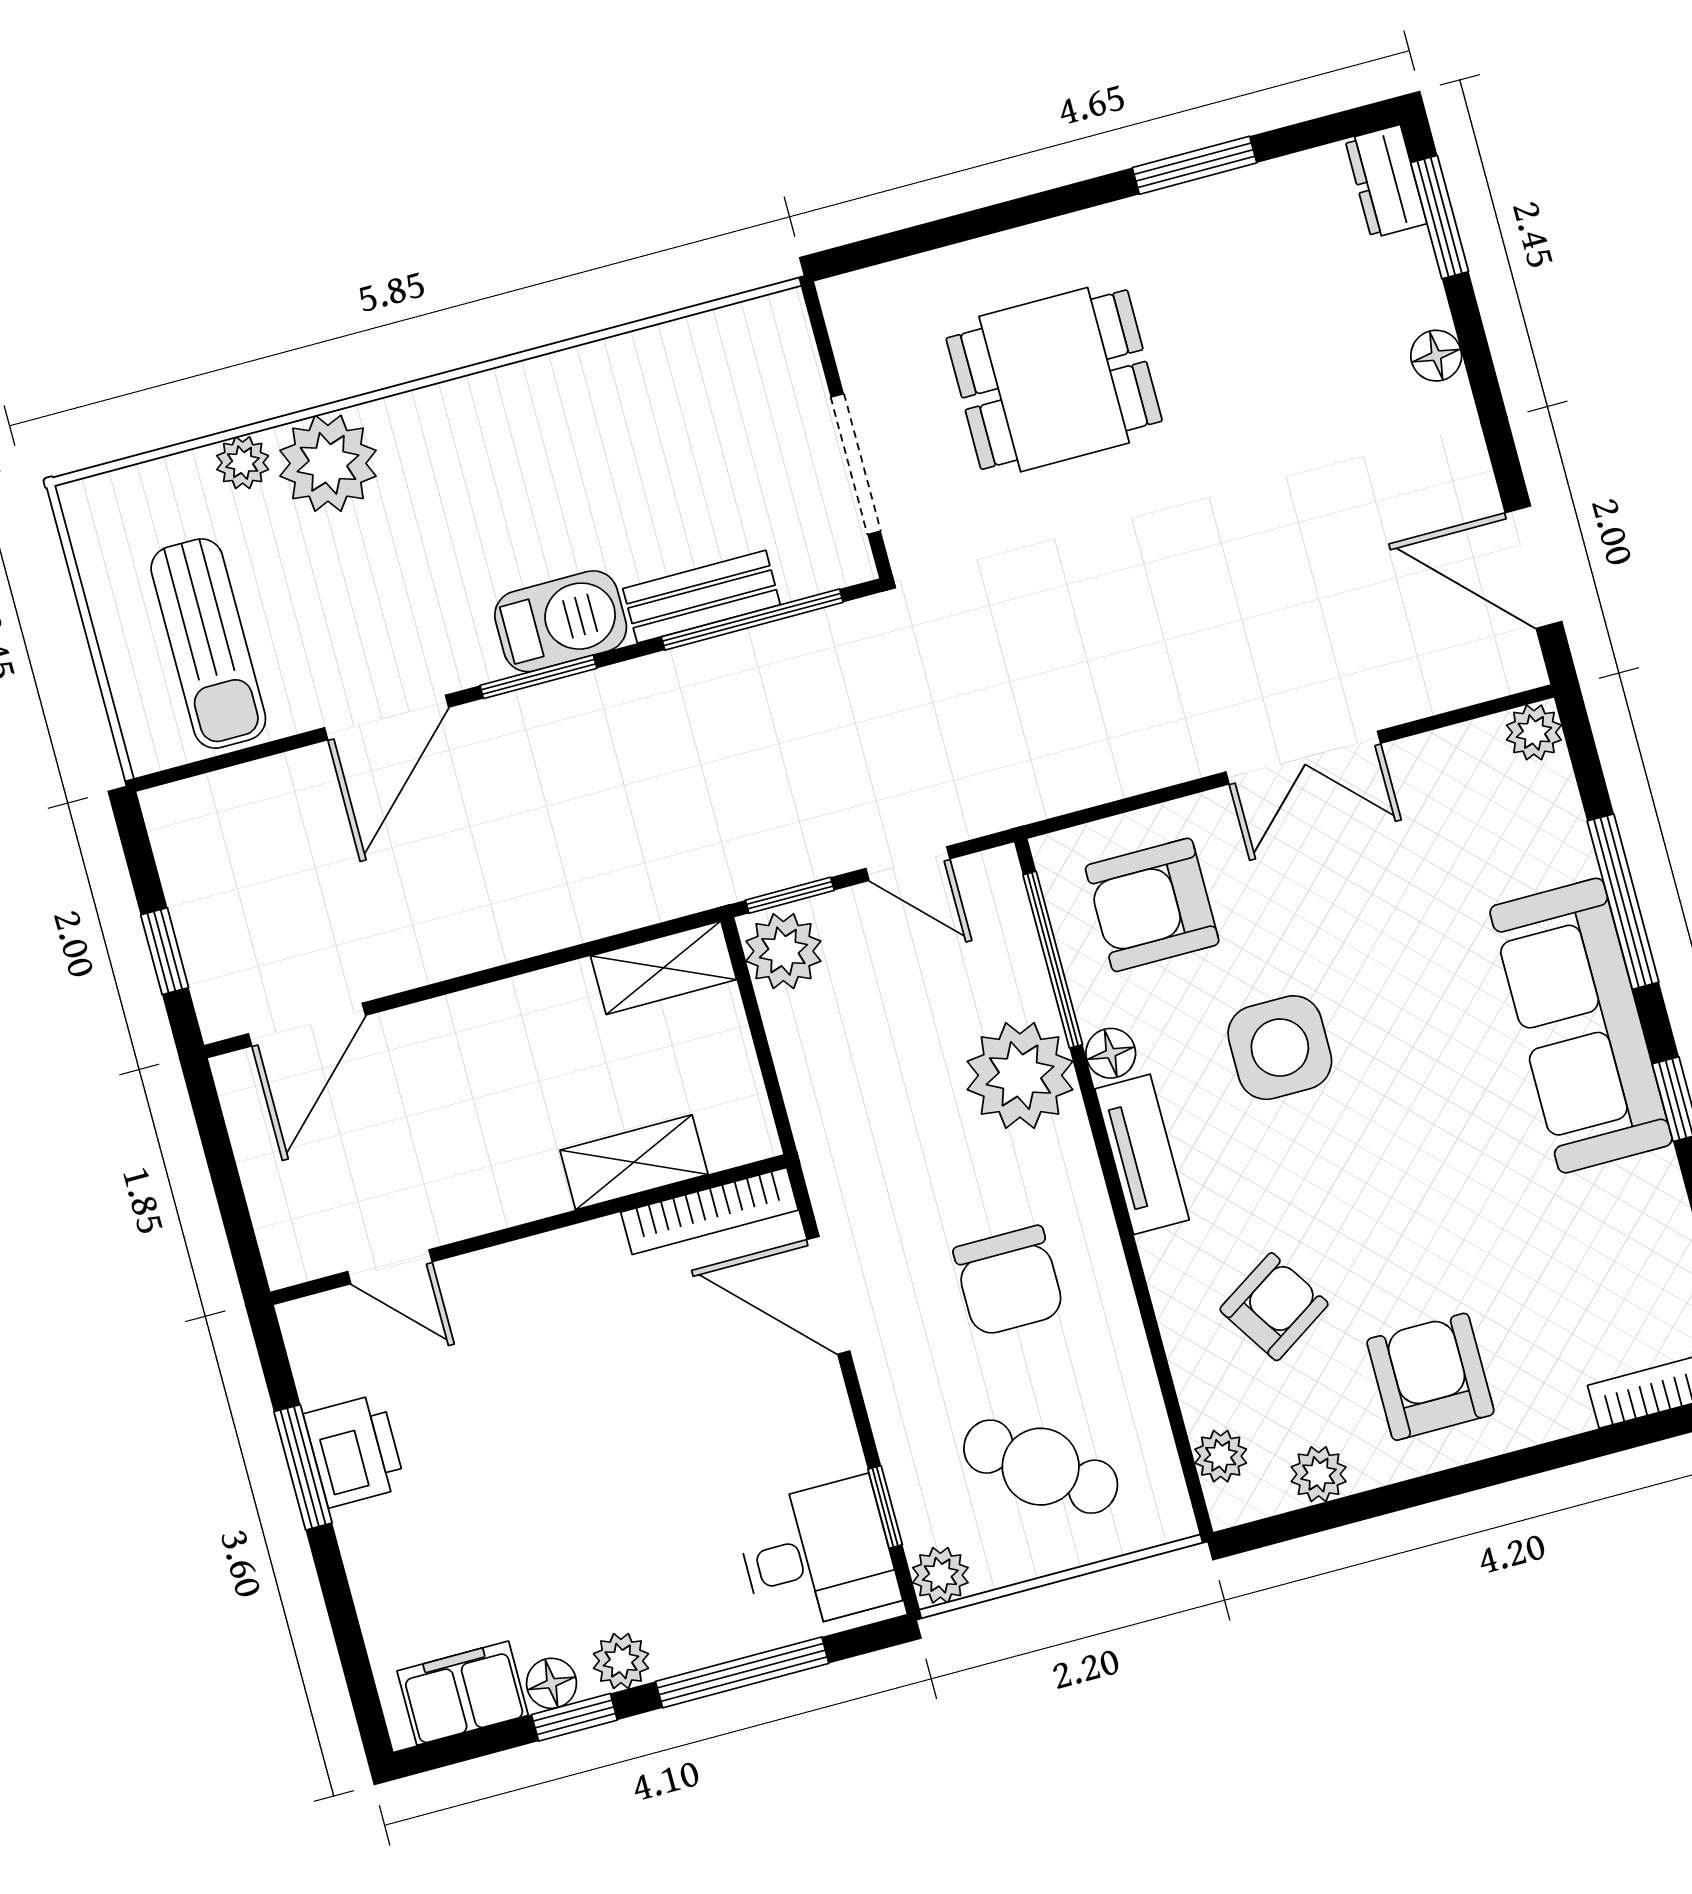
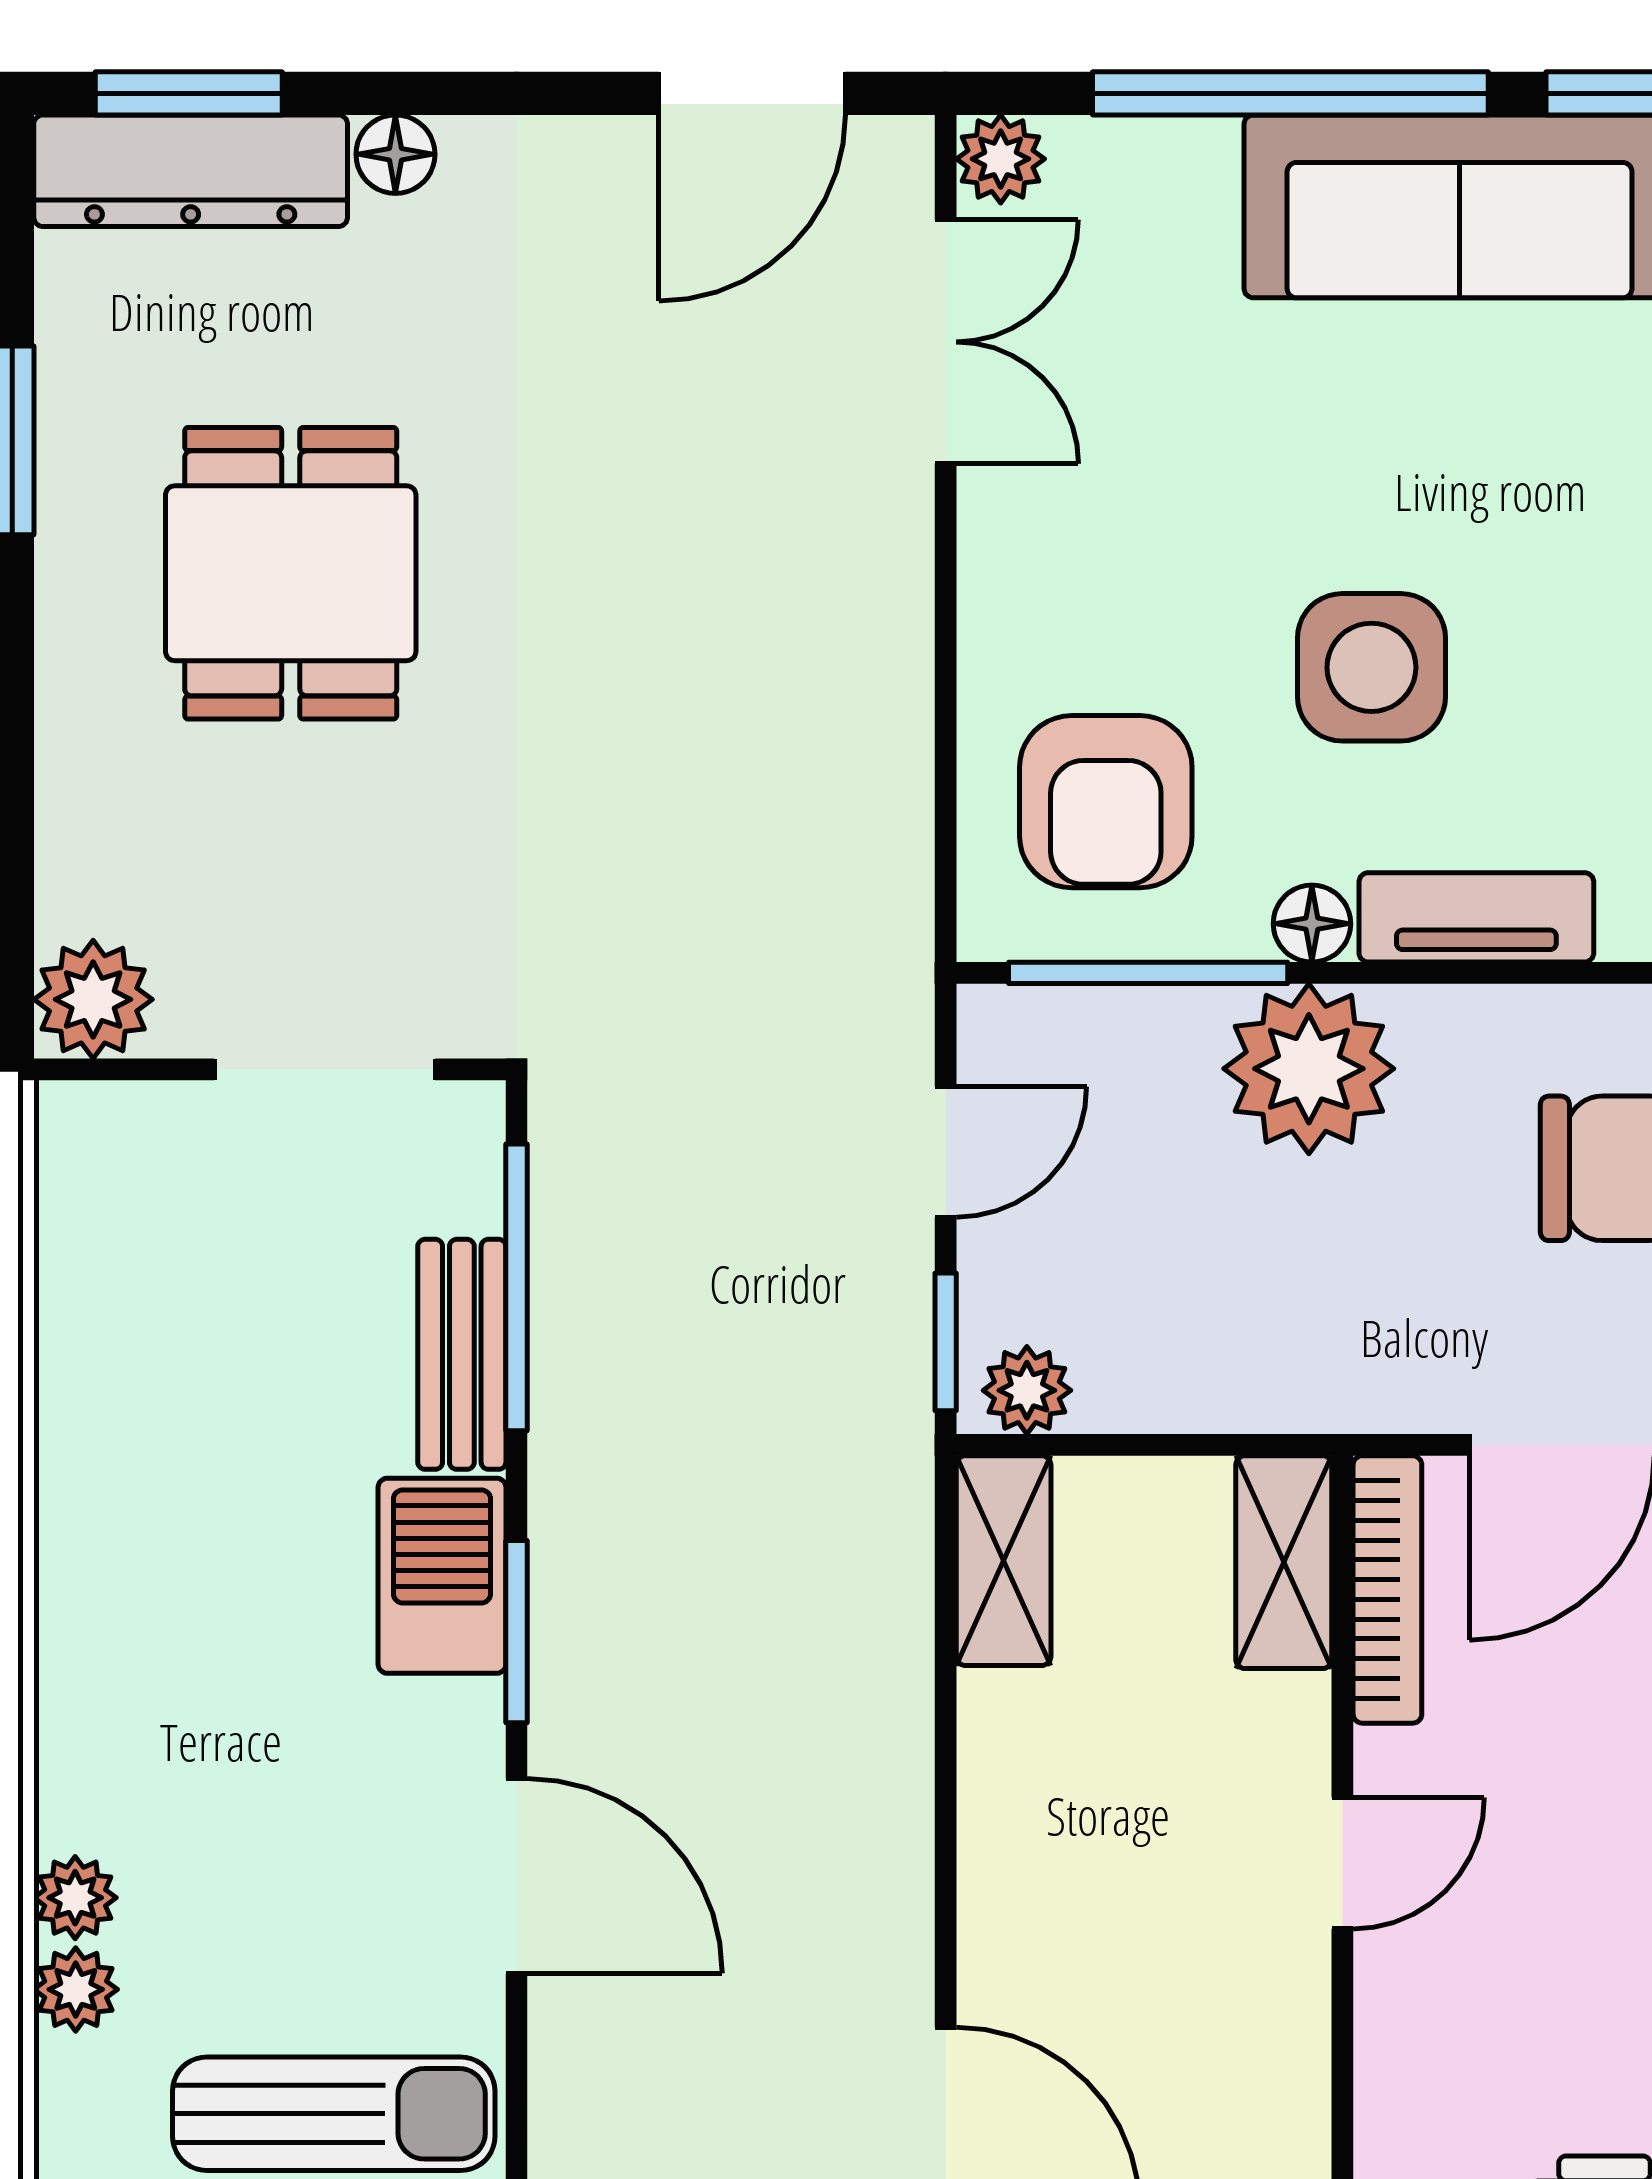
dresser: (1386, 182) -> (191, 171), width x1.96, depth x1.24
plant: (861, 308) -> (93, 999), added
dining table: (1054, 380) -> (291, 573), moved
plant: (328, 463) -> (75, 1898), width x0.53, depth x0.53
double door: (1303, 758) -> (946, 342), moved
window: (1623, 902) -> (1290, 93), width x1.46
plant: (783, 951) -> (1027, 1390), width x0.73, depth x0.73
shelving: (634, 1162) -> (1284, 1562), moved
door: (390, 1267) -> (1342, 1863), moved

